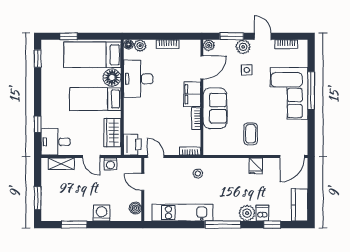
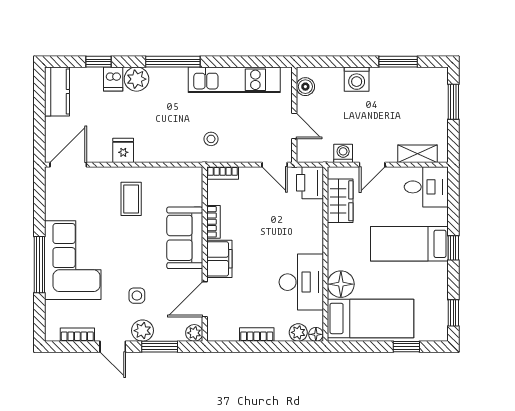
bed: (95, 99) -> (409, 244), moved, turned 180
window: (38, 124) -> (453, 248), moved
door: (91, 157) -> (372, 165), swing flipped

